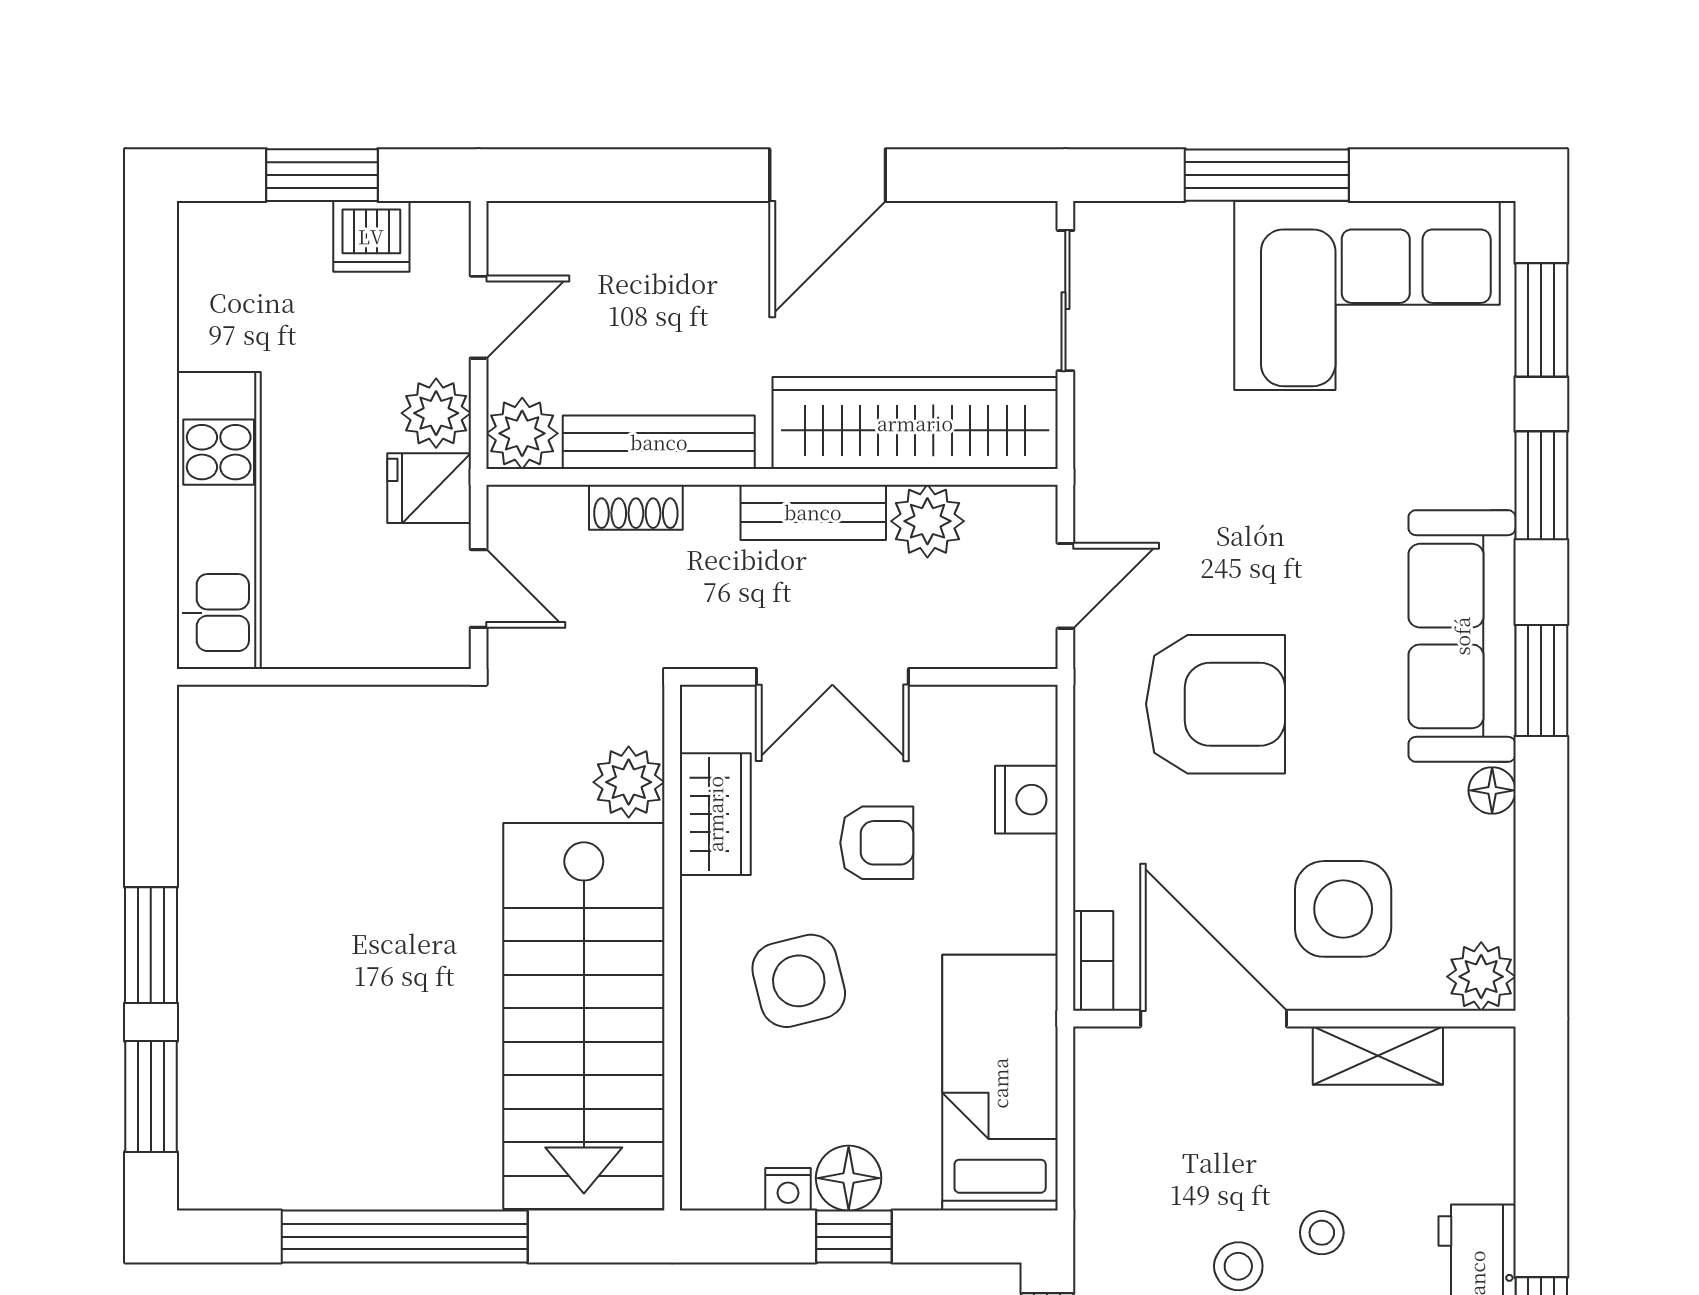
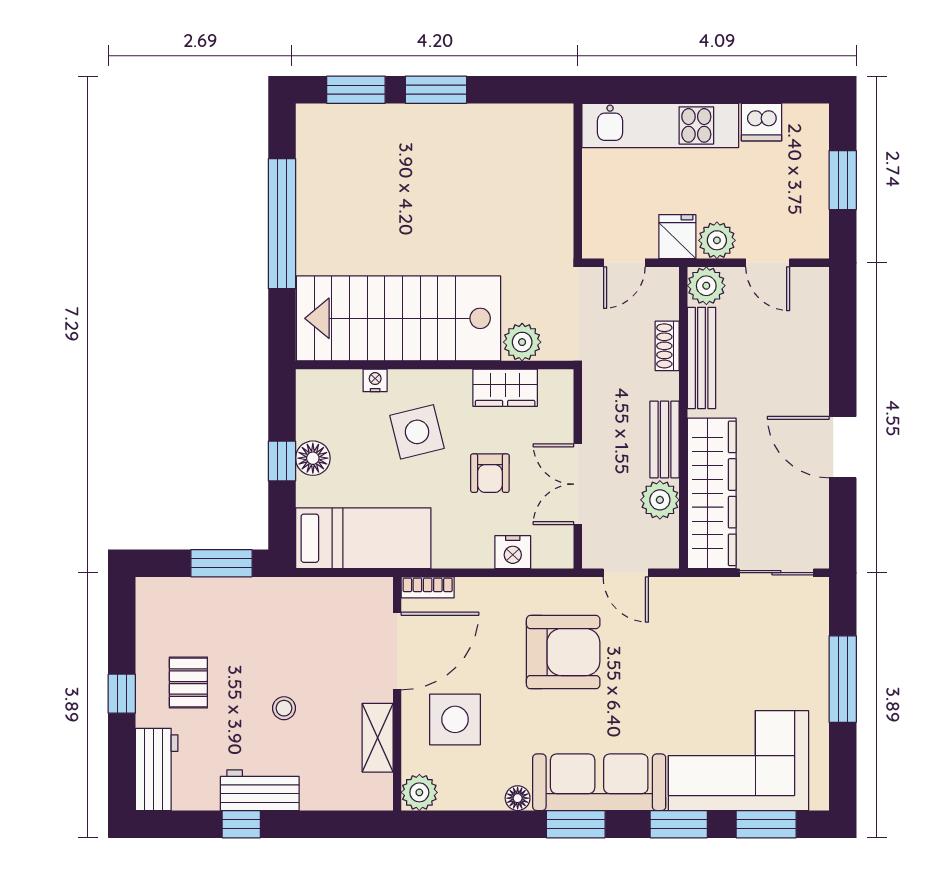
dishwasher: (371, 236) -> (762, 122), moved, turned -90
corner sofa: (1367, 295) -> (739, 761), moved, turned 90
double door: (832, 677) -> (578, 484), moved
armchair: (1216, 704) -> (563, 652), turned -90
nightstand: (788, 1189) -> (375, 380), moved, turned 90
stool: (1238, 1266) -> (266, 664), removed

